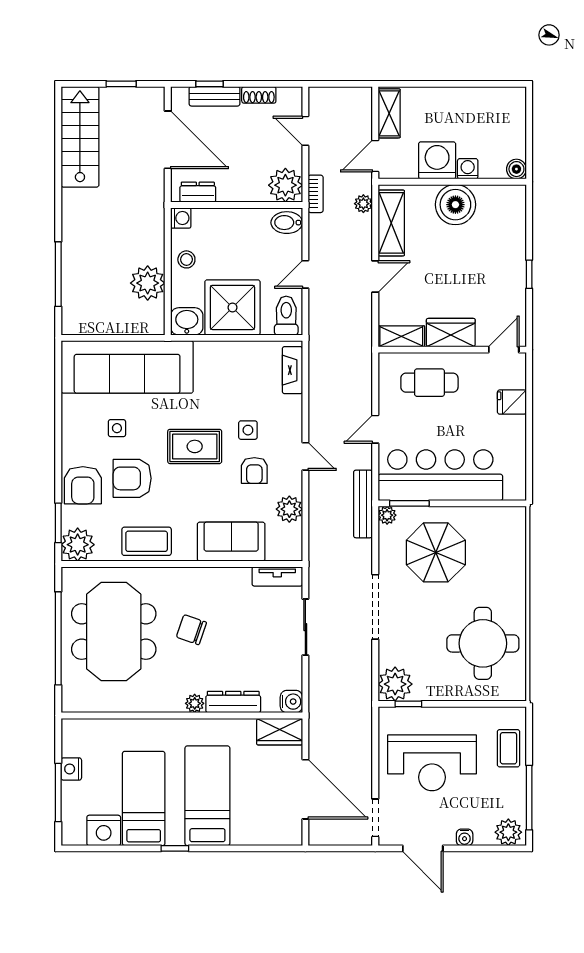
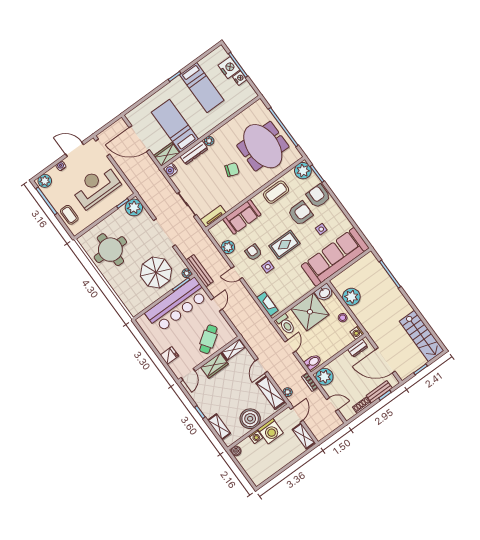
shelving: (515, 228) -> (219, 427), added
cafe table: (429, 383) -> (208, 339), turned -35
bed: (207, 796) -> (175, 126), moved, turned 180
nightstand: (104, 830) -> (229, 68), moved, turned 90

